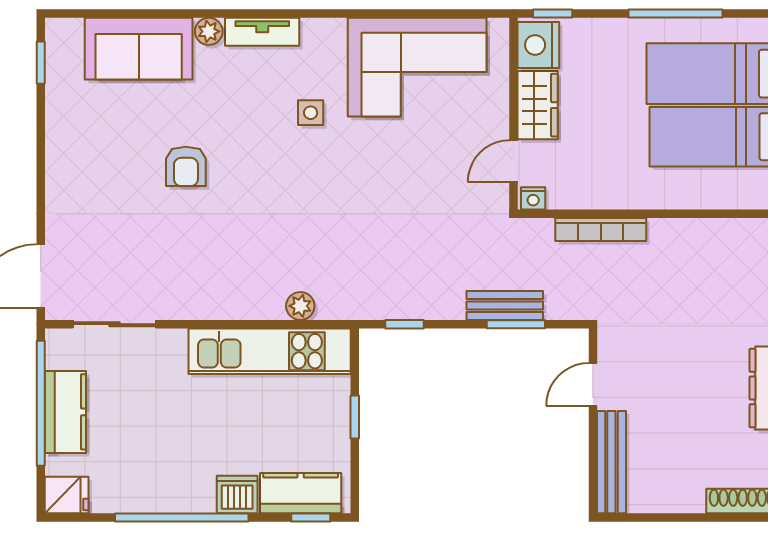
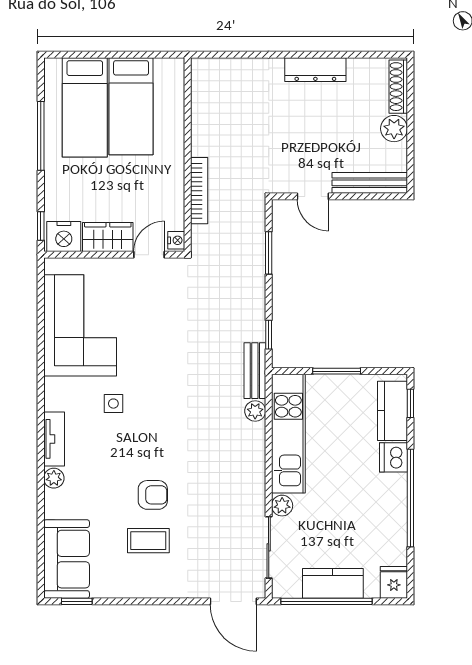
sofa: (139, 49) -> (67, 559), moved
coffee table: (124, 160) -> (148, 541), added
door: (514, 161) -> (149, 255), swing flipped
bench: (505, 305) -> (255, 371), moved
plant: (171, 343) -> (282, 506), added
window: (355, 417) -> (337, 371), width x1.50
plant: (685, 495) -> (394, 129), added

